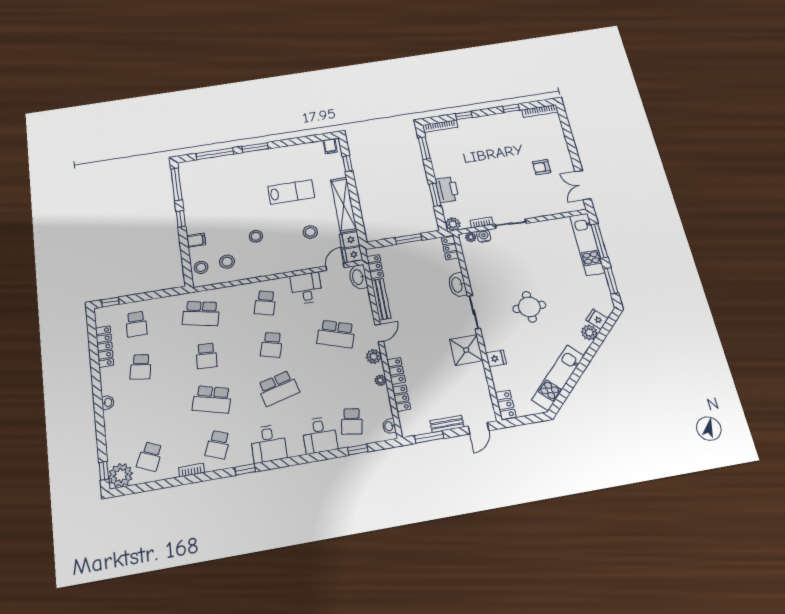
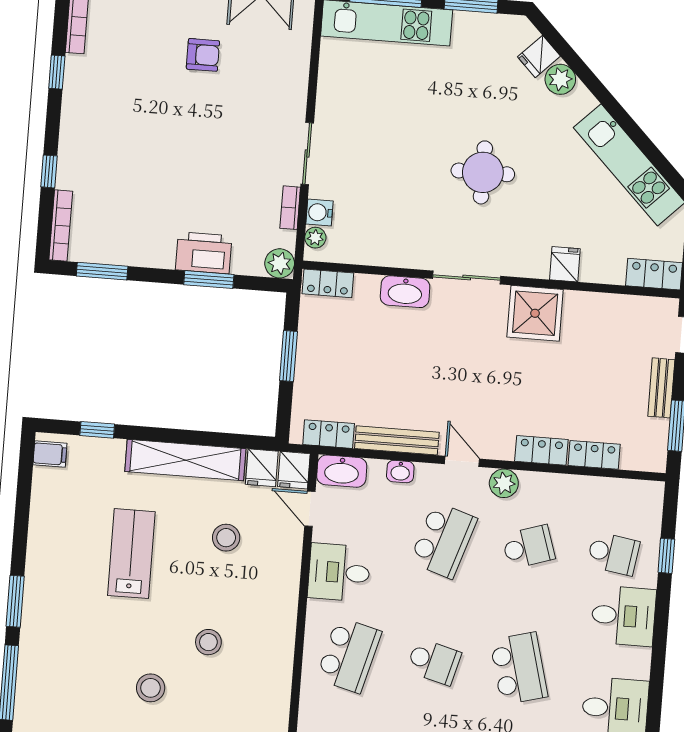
armchair: (542, 167) -> (203, 55), turned -90
stool: (227, 262) -> (151, 688), moved
school desk: (265, 303) -> (349, 655), width x1.85
school desk: (344, 377) -> (528, 547), added
plant: (380, 380) -> (551, 483), removed
washbasin: (389, 426) -> (400, 472), moved

